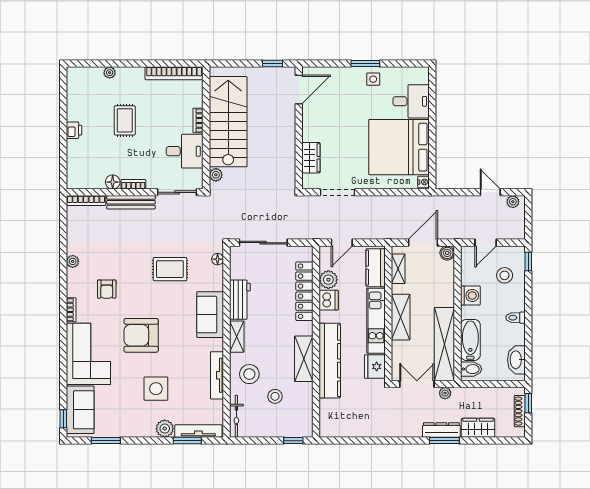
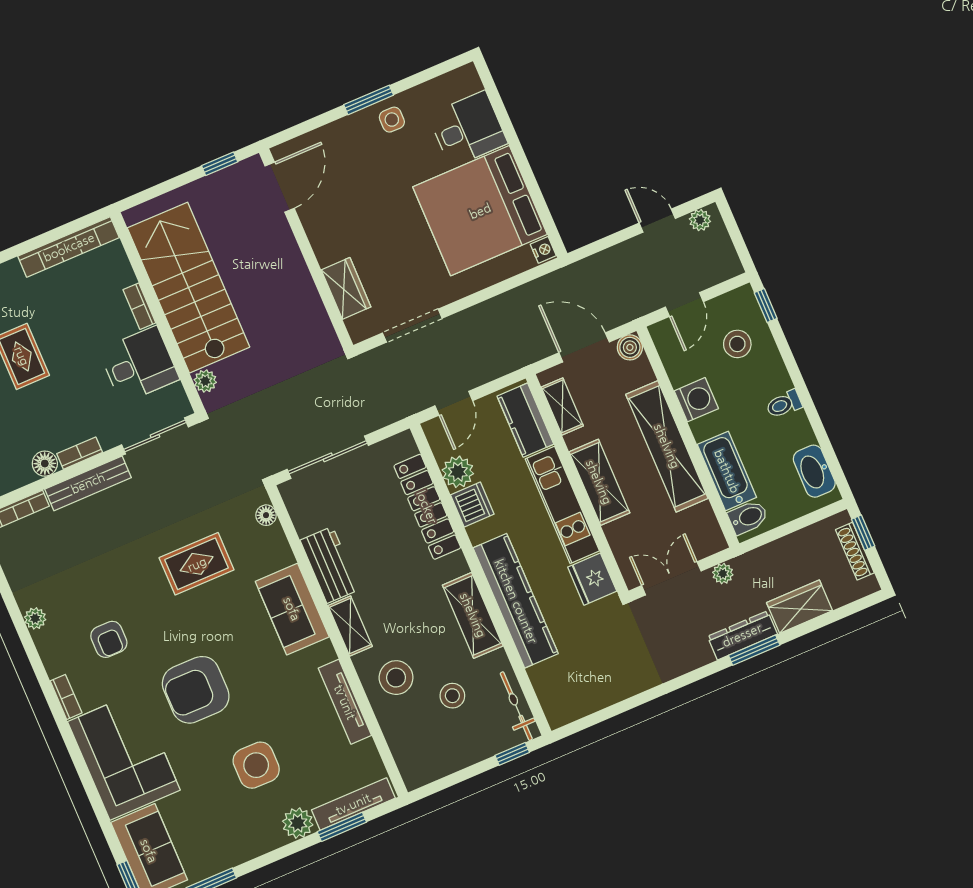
door: (423, 243) -> (584, 347), hinge flipped
shelving: (444, 344) -> (667, 446), moved
bicycle: (236, 416) -> (516, 706), moved, turned 180

